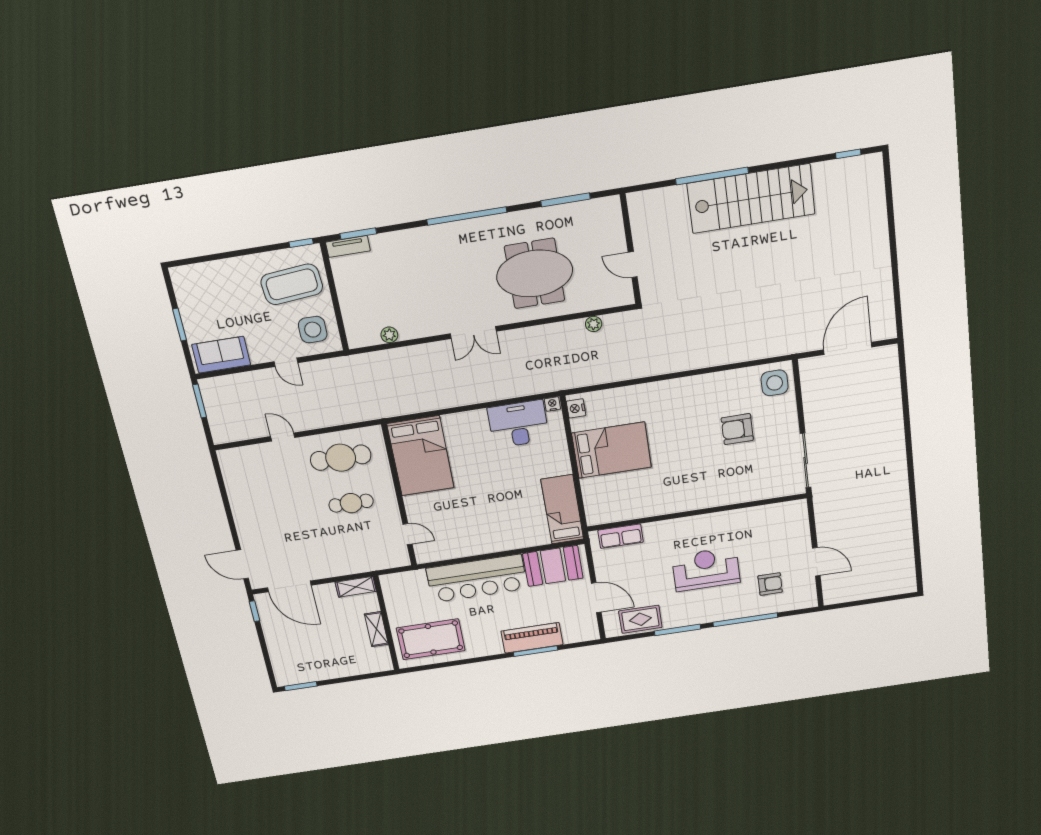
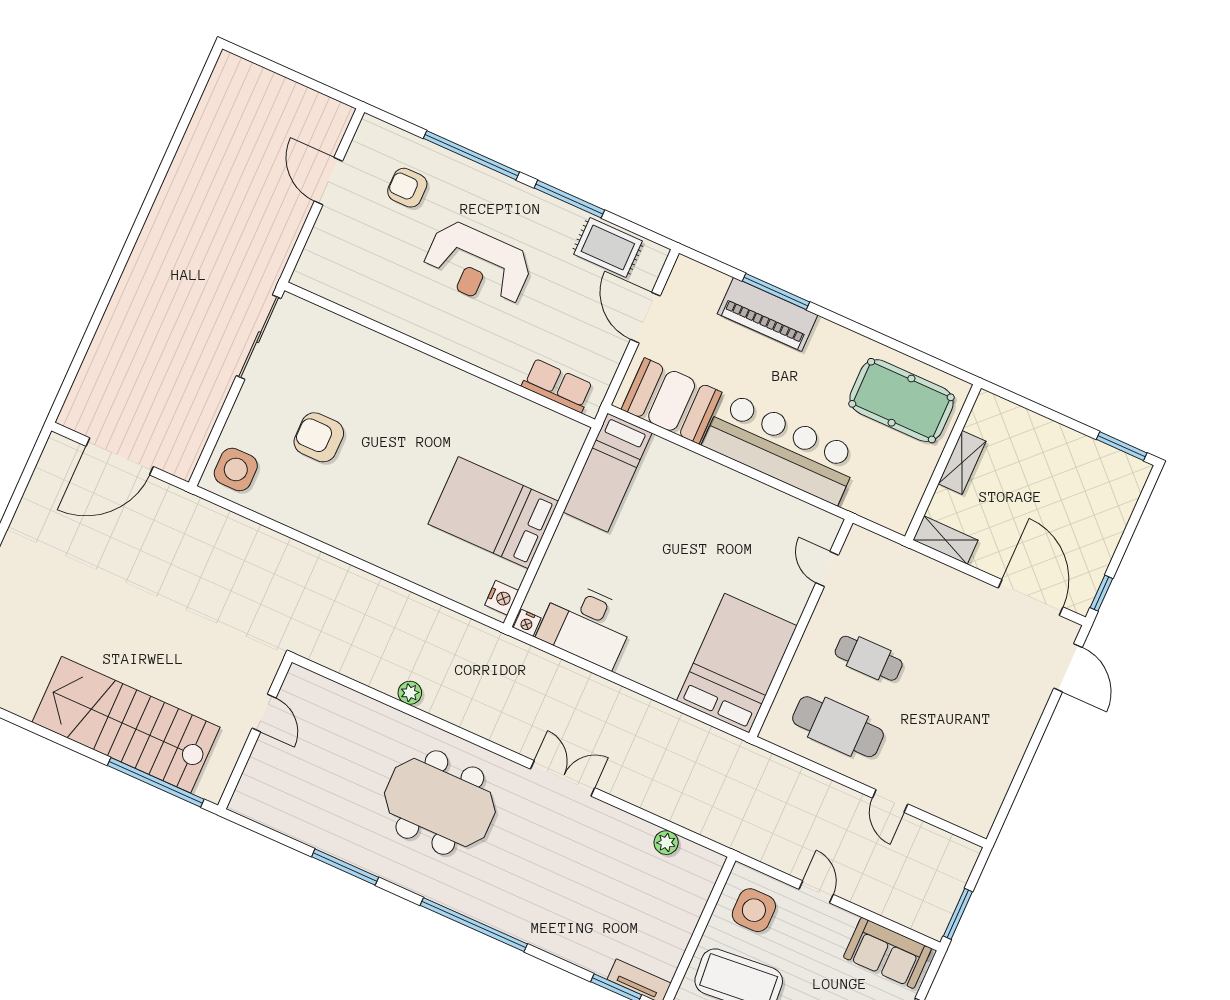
wall: (631, 249) -> (255, 734), moved
door: (633, 265) -> (264, 713), moved
armchair: (737, 429) -> (319, 437), turned 180

